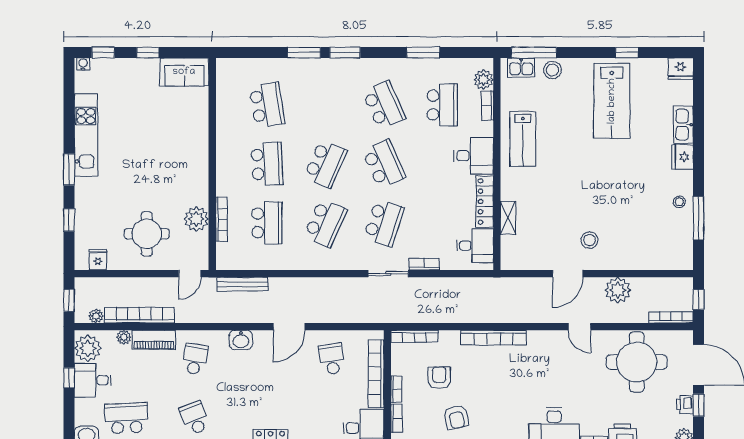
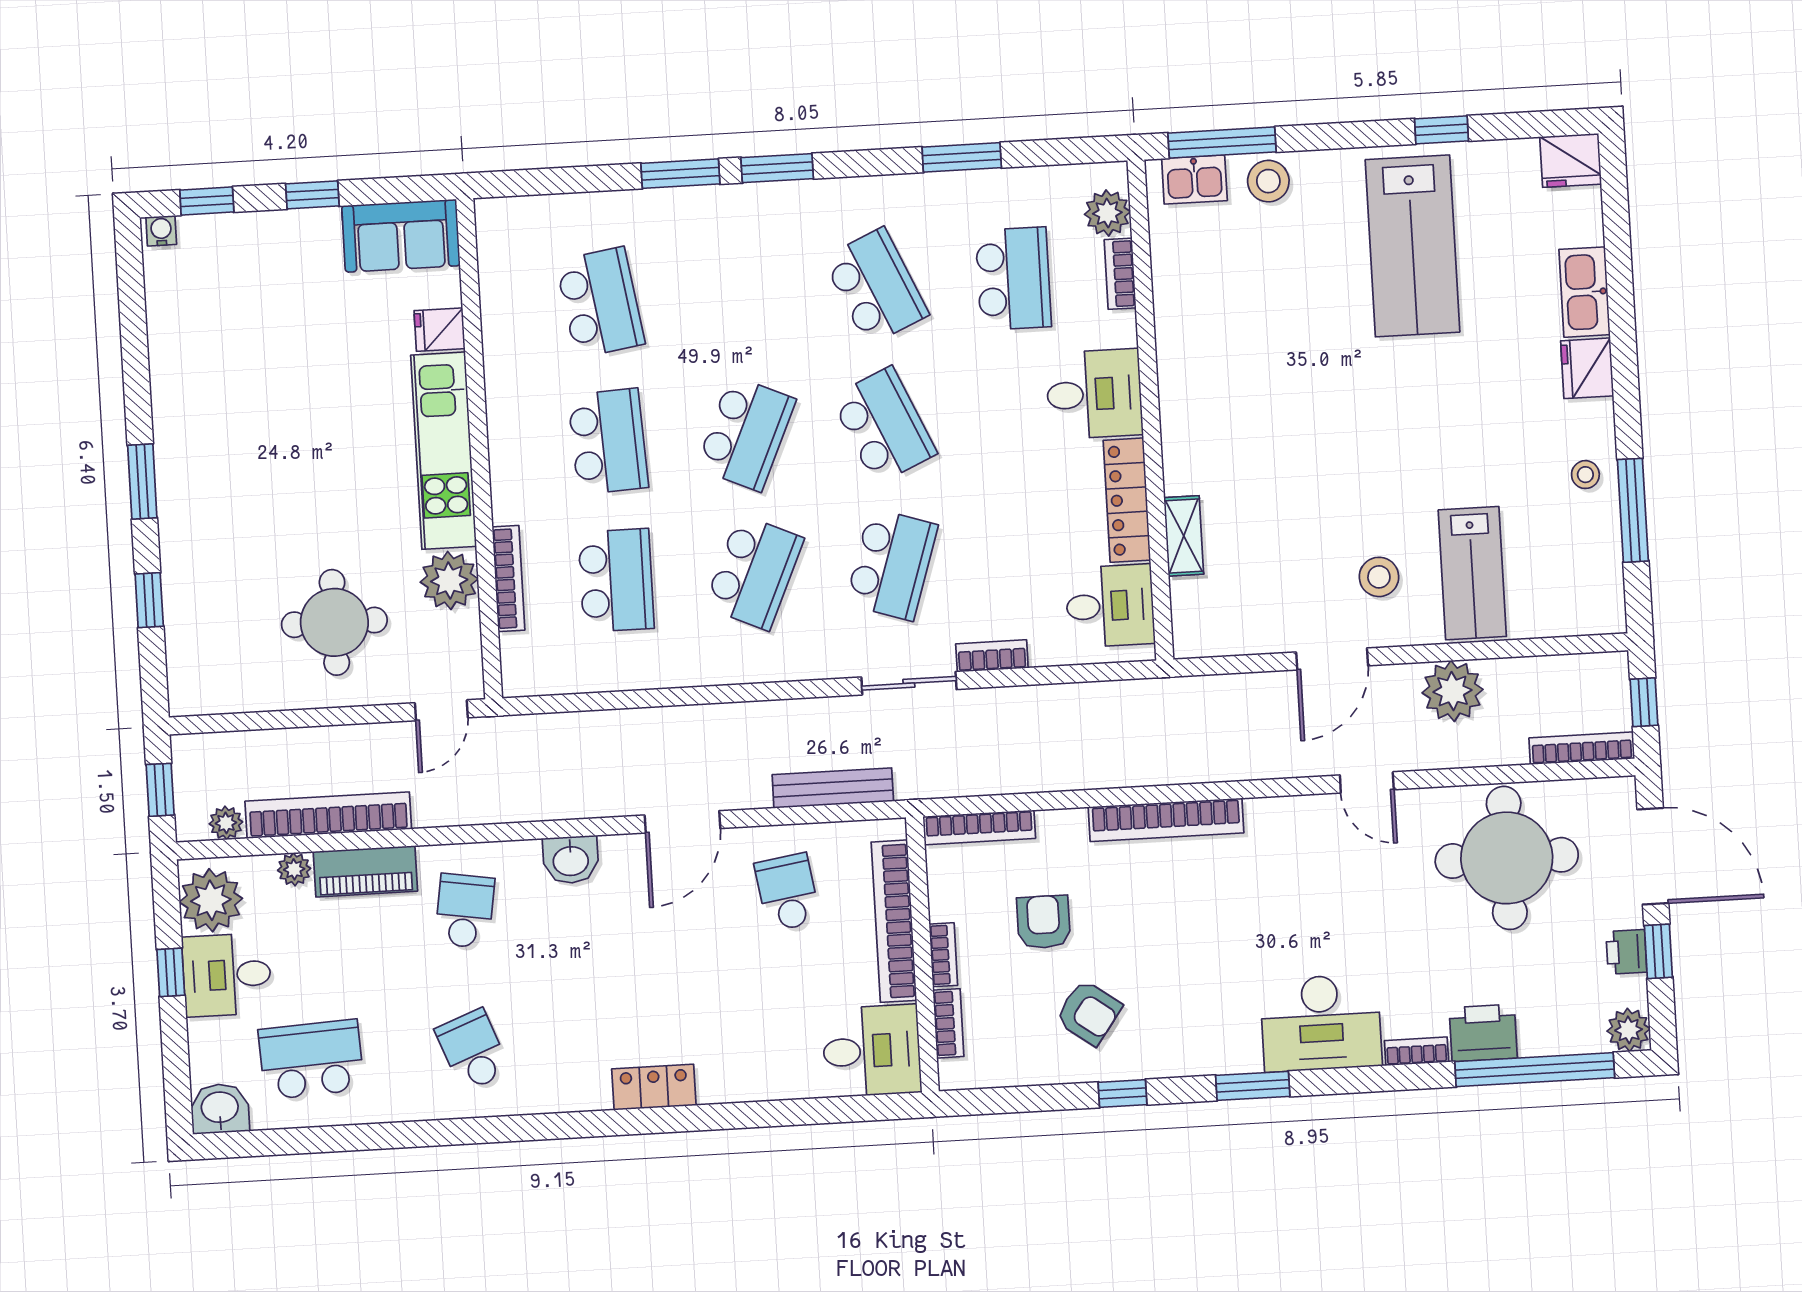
kitchen unit: (86, 135) -> (444, 451), moved, turned 180
lab bench: (523, 139) -> (1472, 573), moved
fridge: (98, 260) -> (440, 330), moved, turned -90
bench: (242, 284) -> (833, 788), moved
armchair: (456, 417) -> (1089, 1013), turned -41

